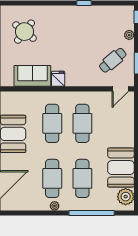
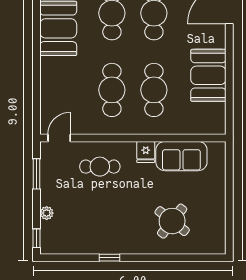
round table: (25, 32) -> (172, 221), moved
cafe table: (113, 60) -> (100, 167), moved, turned 40

